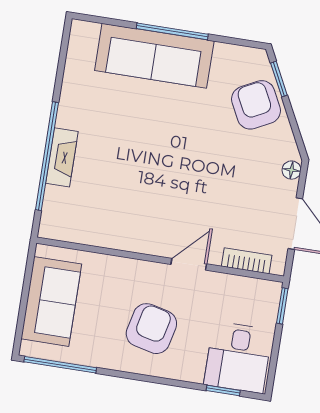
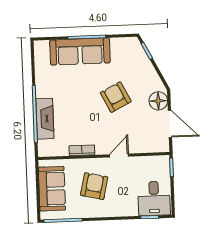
armchair: (256, 105) -> (116, 97), moved
fireplace: (62, 157) -> (45, 119), width x1.37, depth x1.32
floor lamp: (292, 170) -> (158, 101), width x1.89, depth x1.89
bookcase: (247, 261) -> (82, 150), moved
armchair: (151, 329) -> (94, 186), moved

